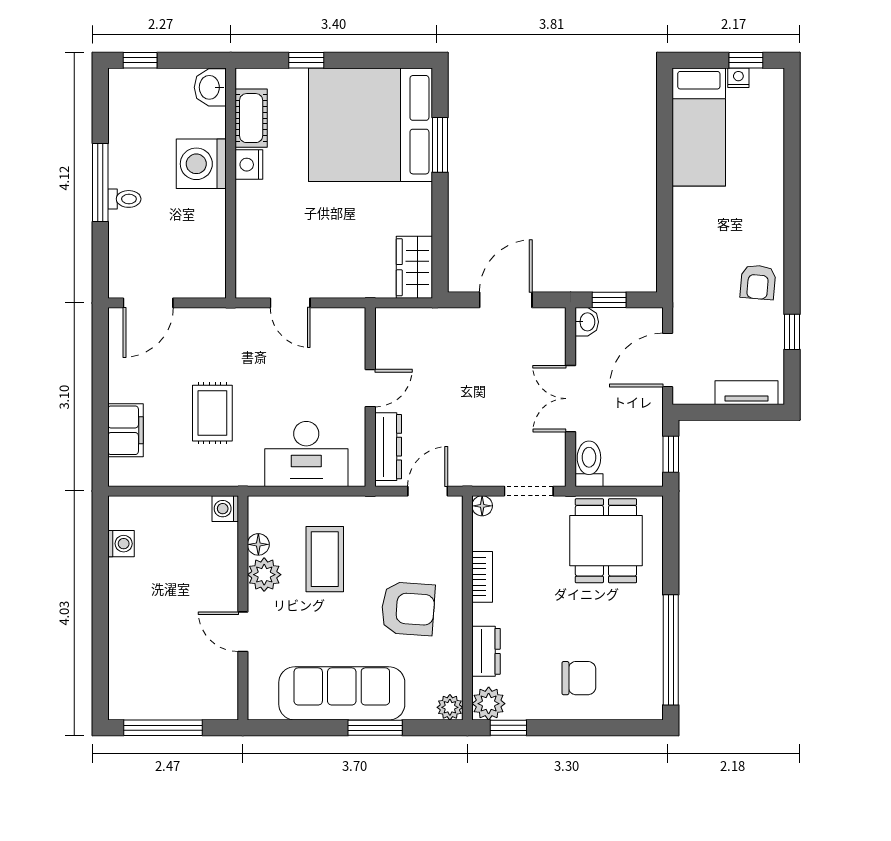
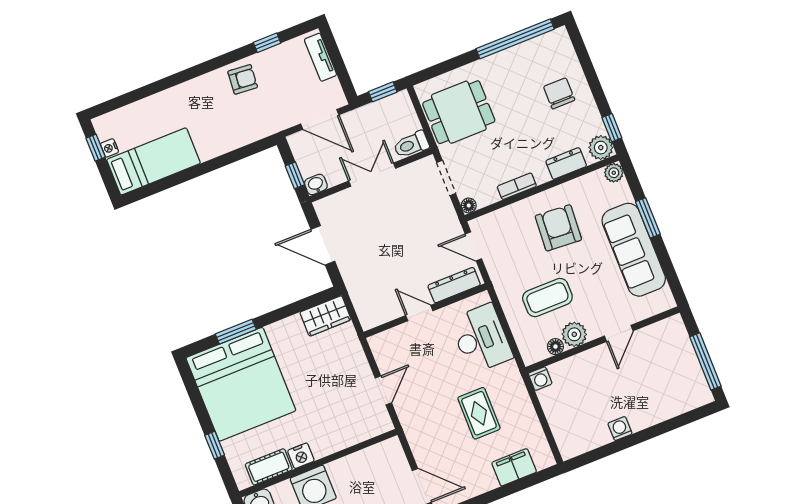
double door: (571, 399) -> (372, 175), swing flipped
rug: (212, 413) -> (479, 413), turned 90
washing machine: (121, 544) -> (620, 429), moved

